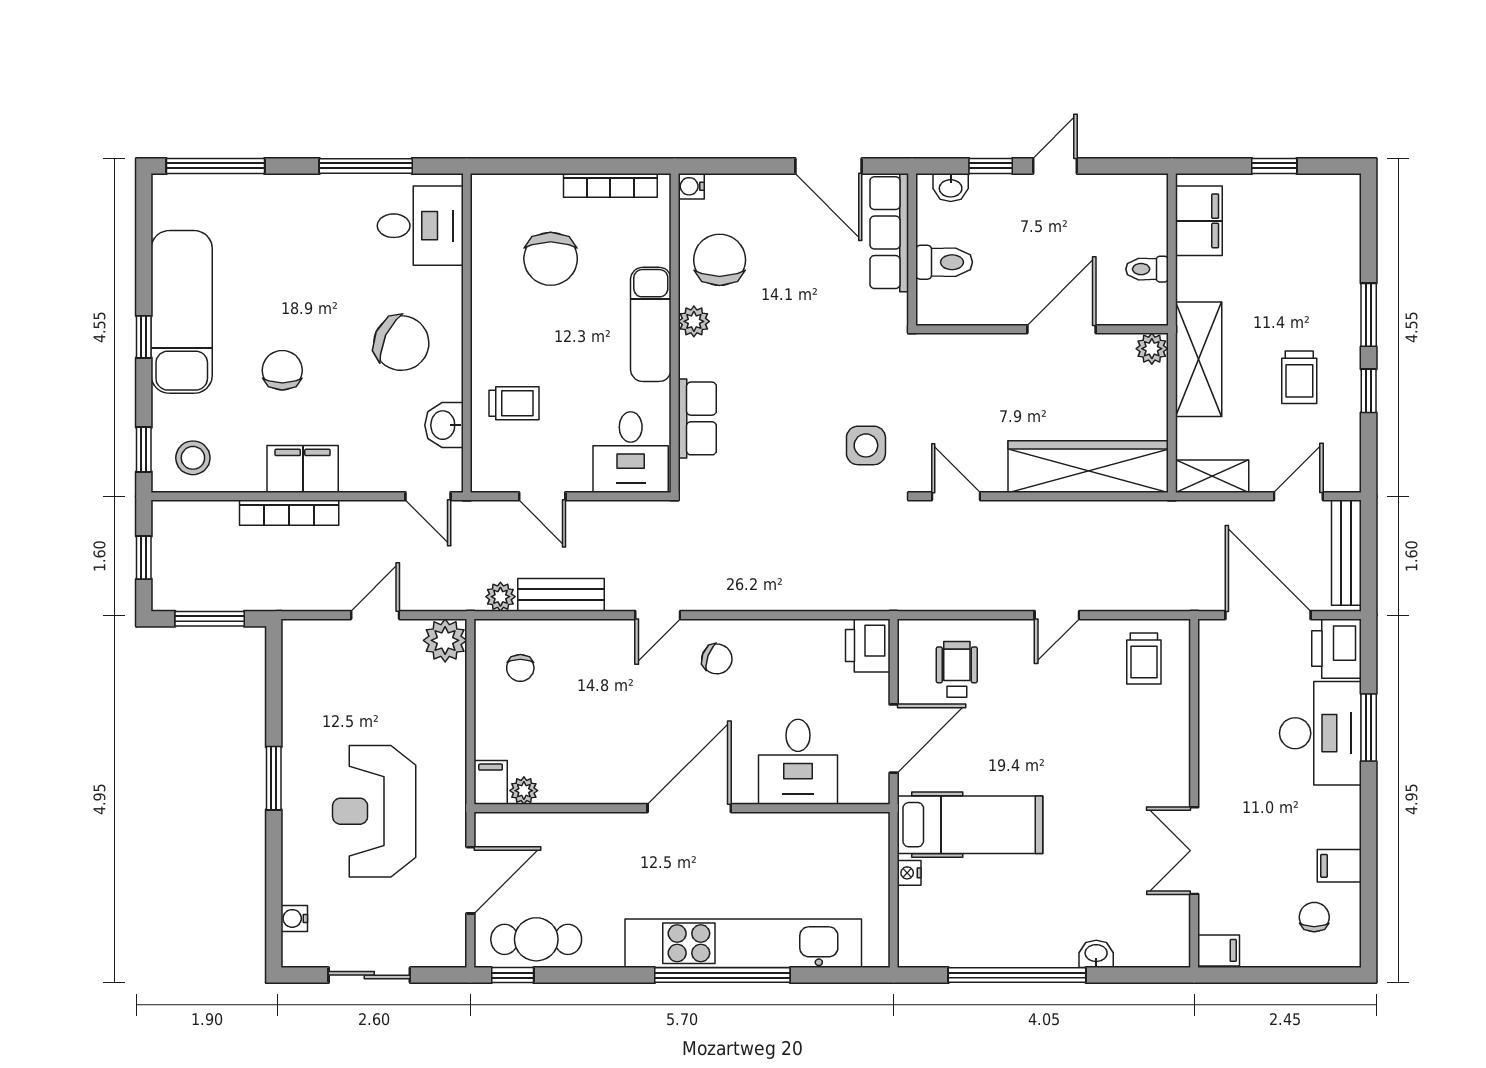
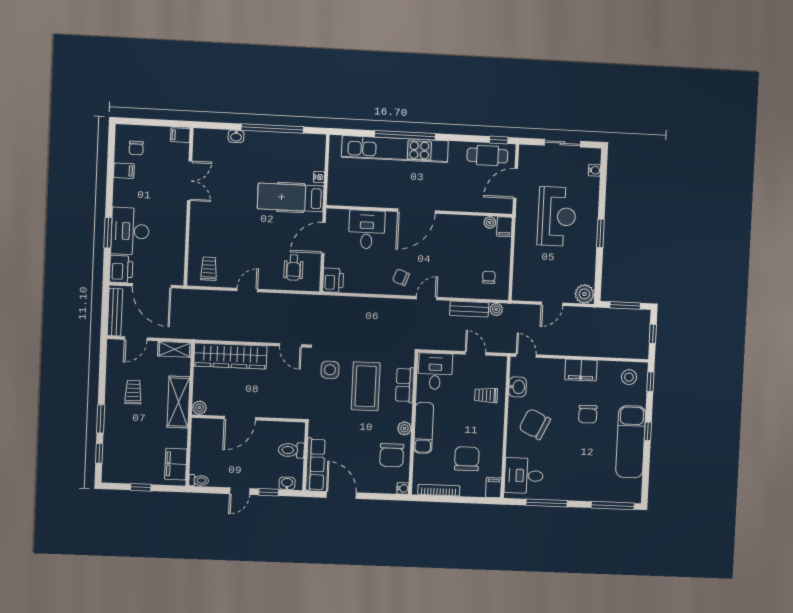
filing cabinet: (487, 196) -> (493, 488), added
toilet: (1147, 269) -> (199, 480), moved
window: (1369, 391) -> (99, 453), moved
coffee table: (785, 412) -> (366, 386), added
bookcase: (289, 513) -> (588, 351), removed
plant: (445, 640) -> (584, 294), moved

